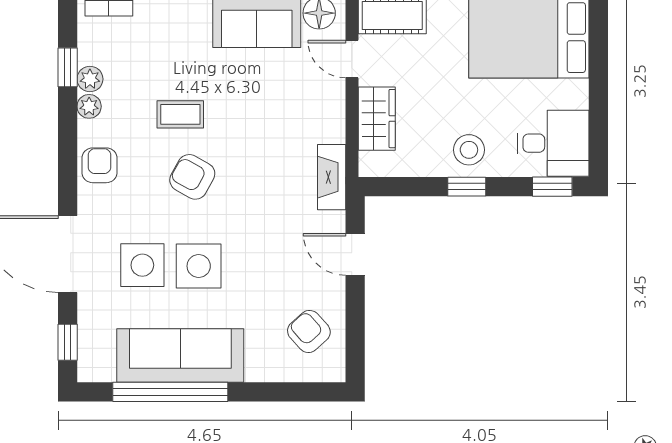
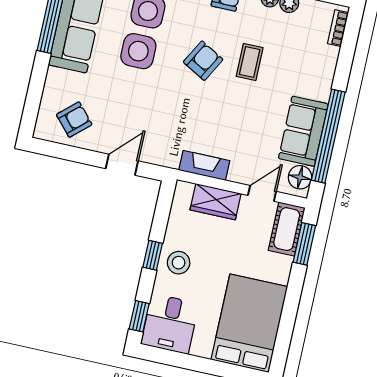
fireplace: (332, 177) -> (204, 165), moved

